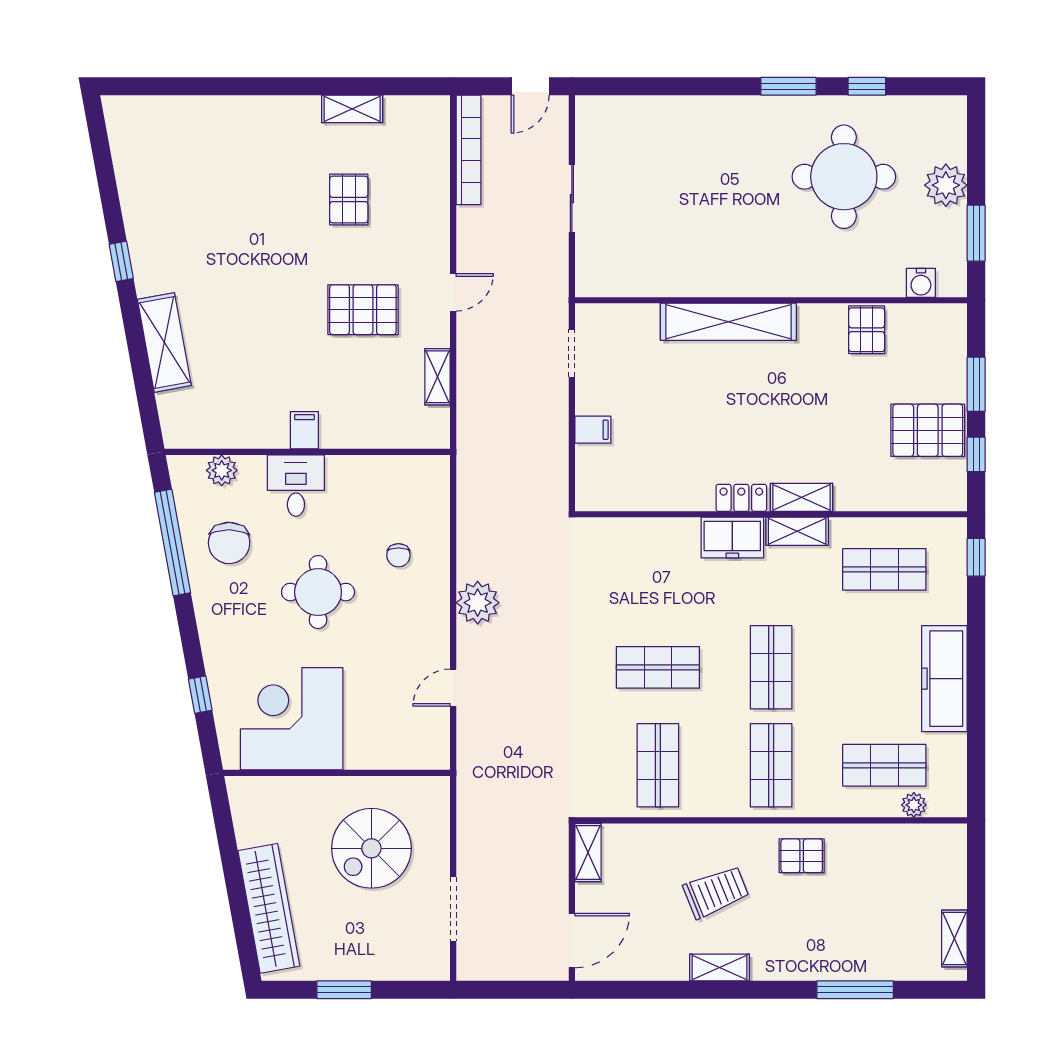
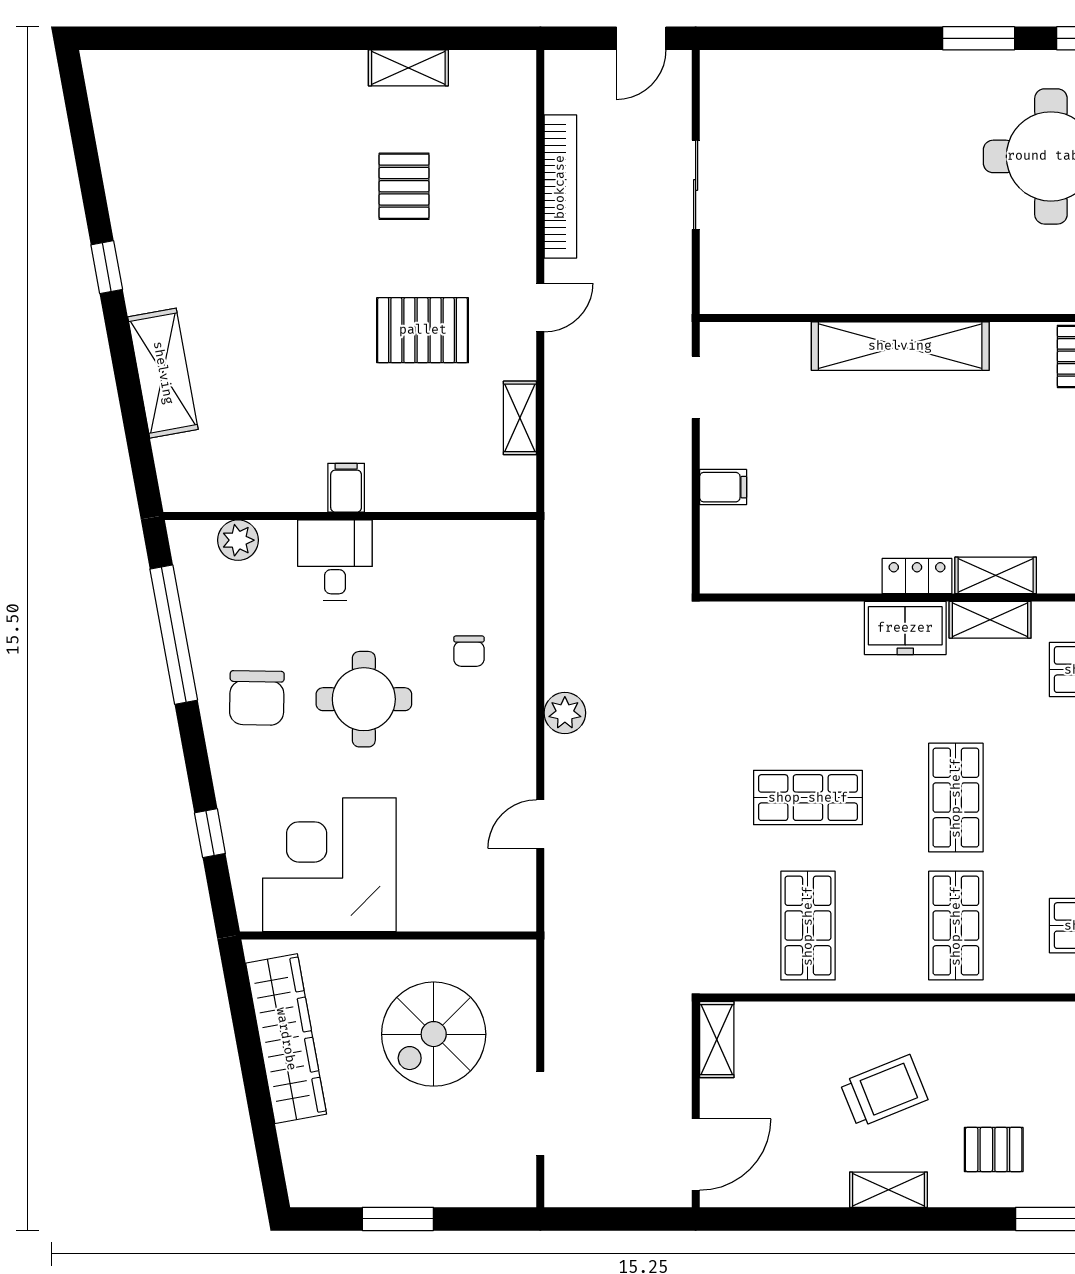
bookcase: (468, 150) -> (560, 187), moved
chair: (229, 543) -> (257, 698), moved
plant: (478, 603) -> (565, 713), width x0.73, depth x0.73
pallet: (802, 856) -> (994, 1150), moved
wardrobe: (269, 908) -> (286, 1039), moved

